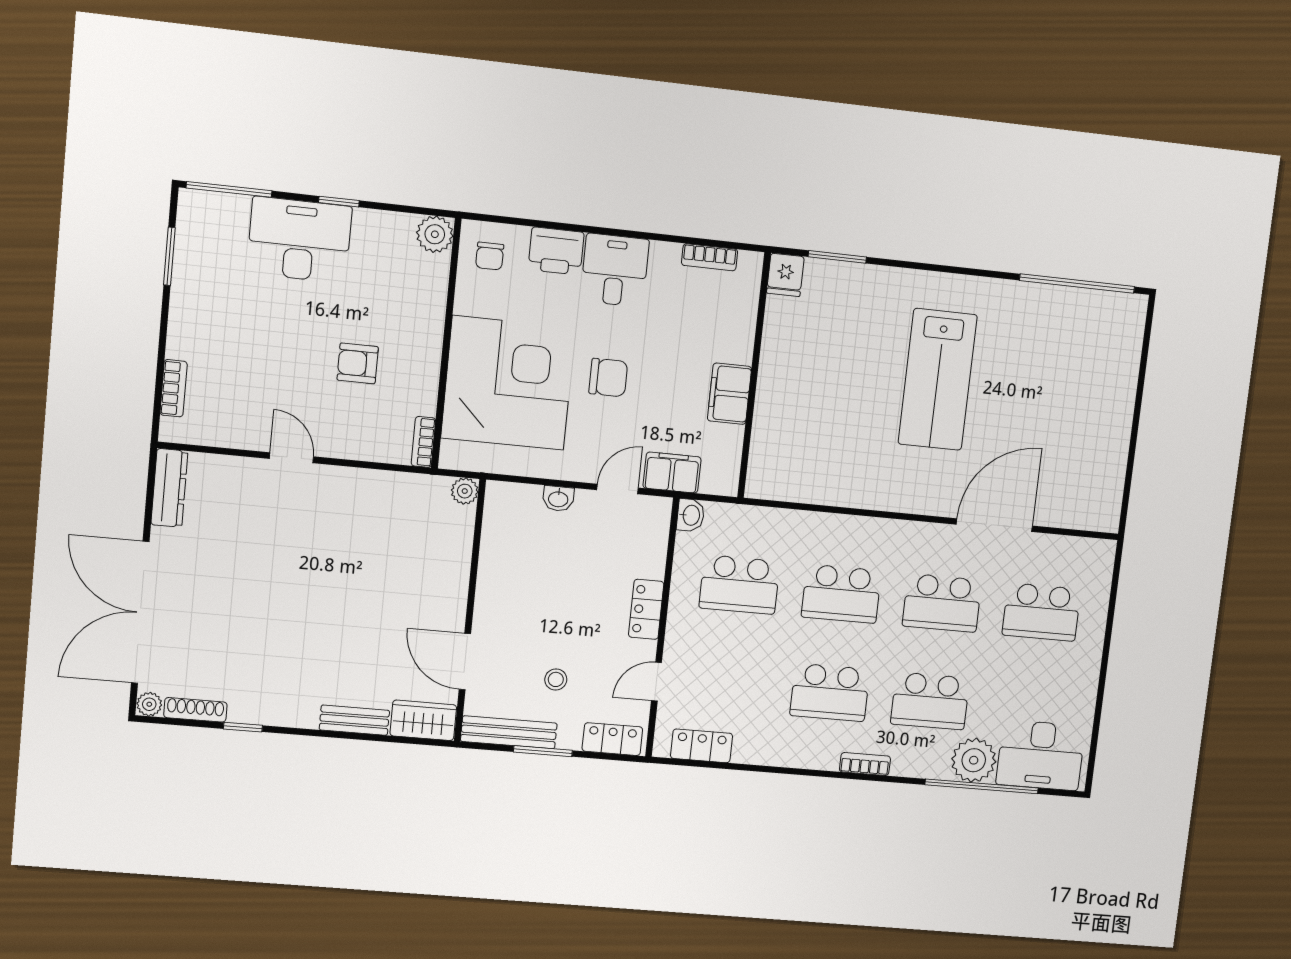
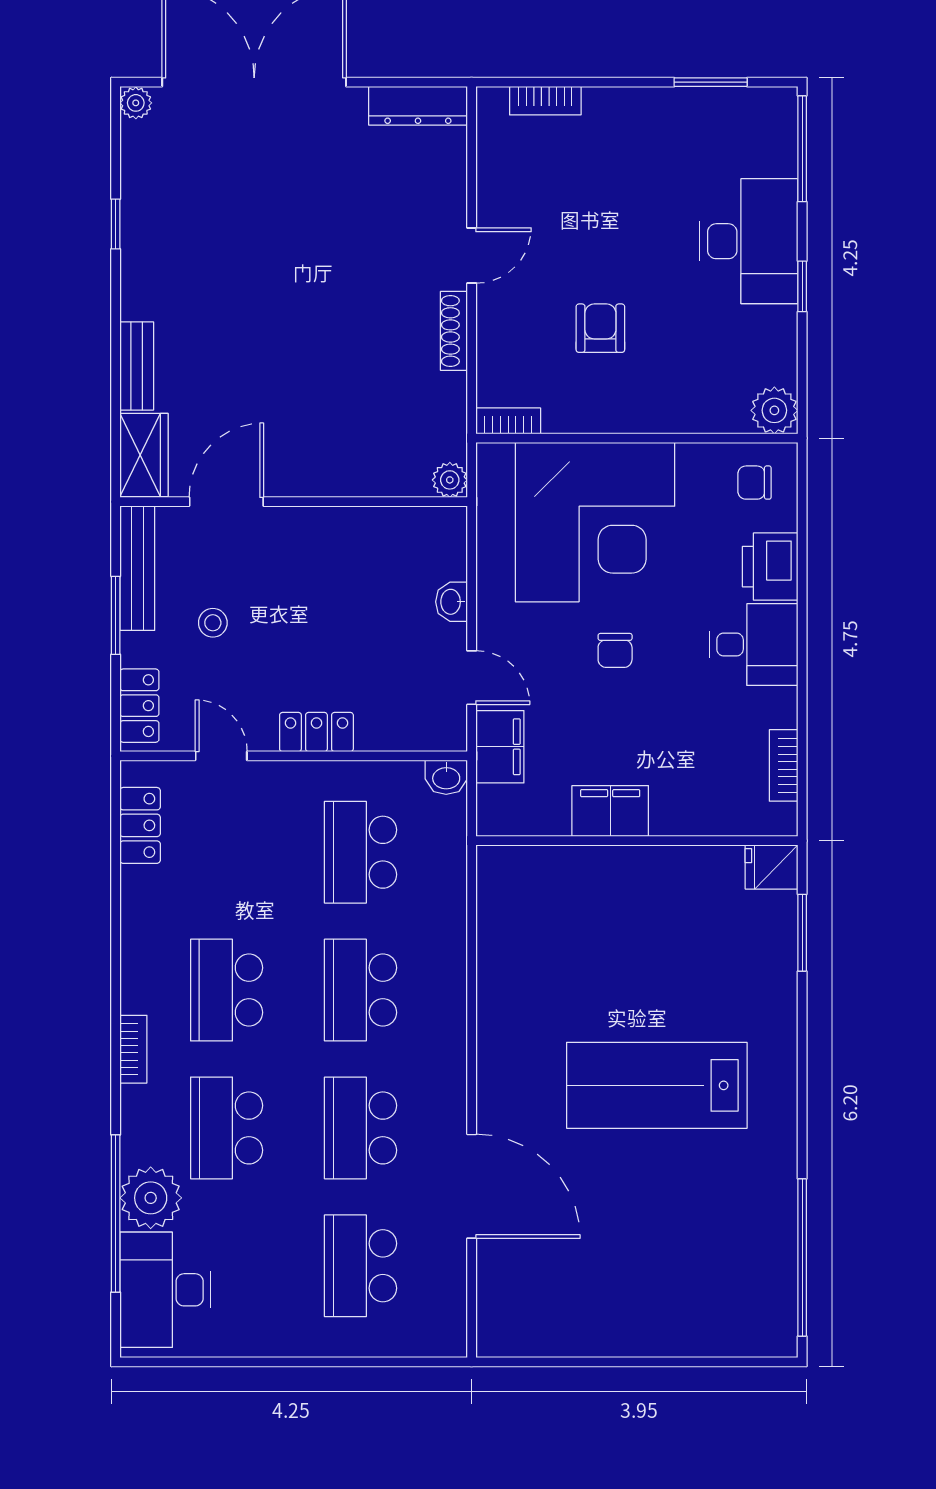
chair: (608, 378) -> (615, 650), width x0.73, depth x0.73
shoe rack: (195, 710) -> (454, 331), moved, turned 180

